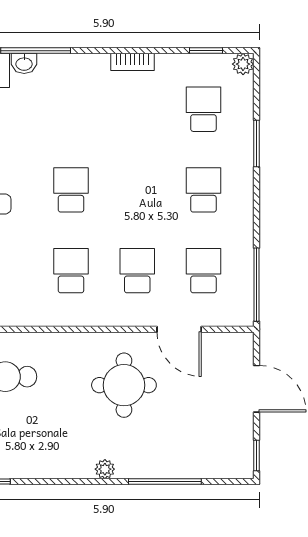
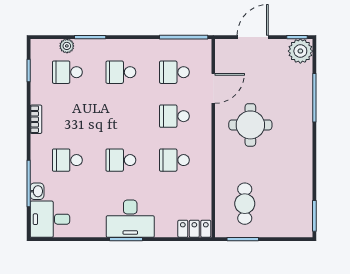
plant: (243, 64) -> (67, 46), moved
school desk: (71, 109) -> (67, 160), added
plant: (105, 469) -> (300, 51), moved, width x1.88, depth x1.88

